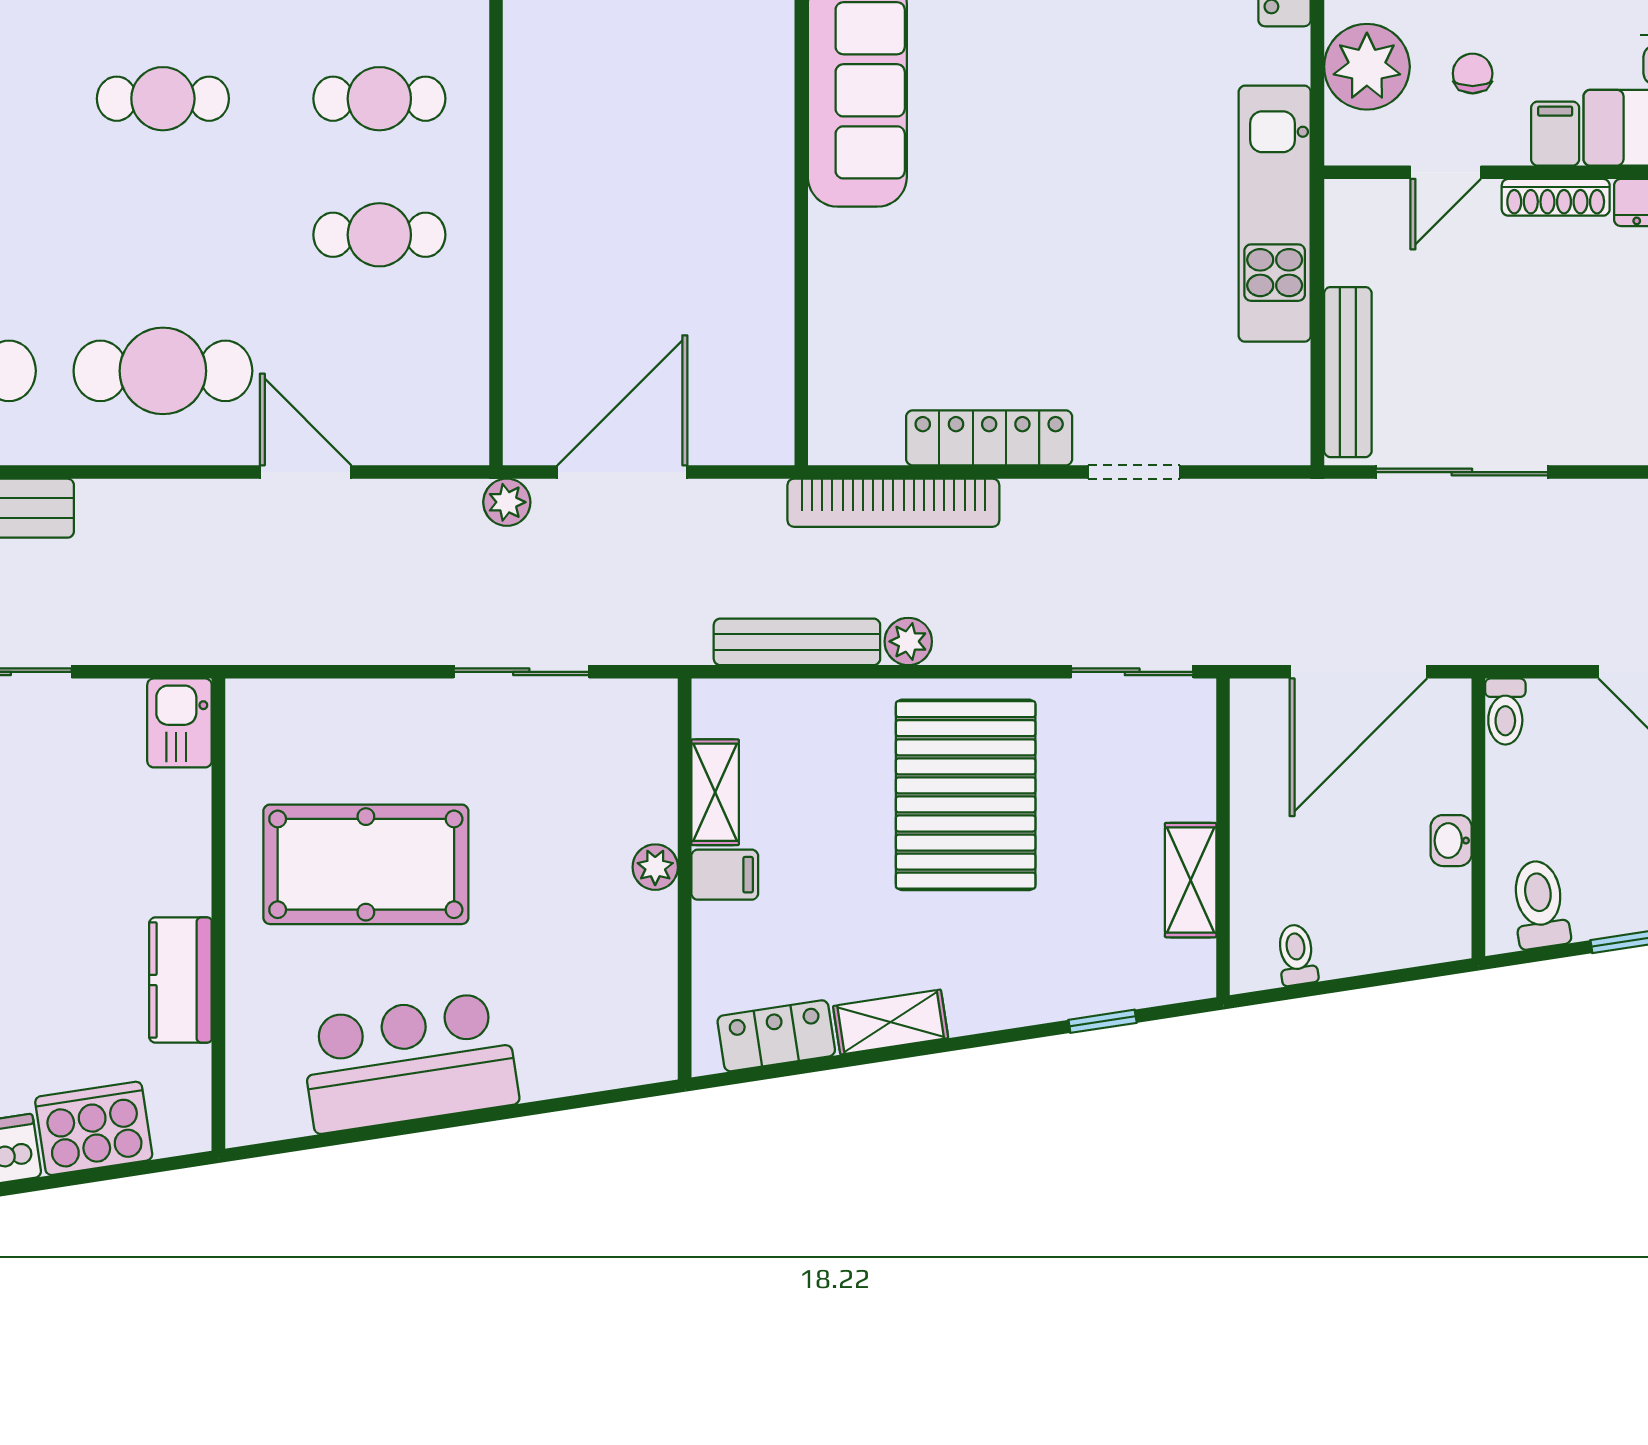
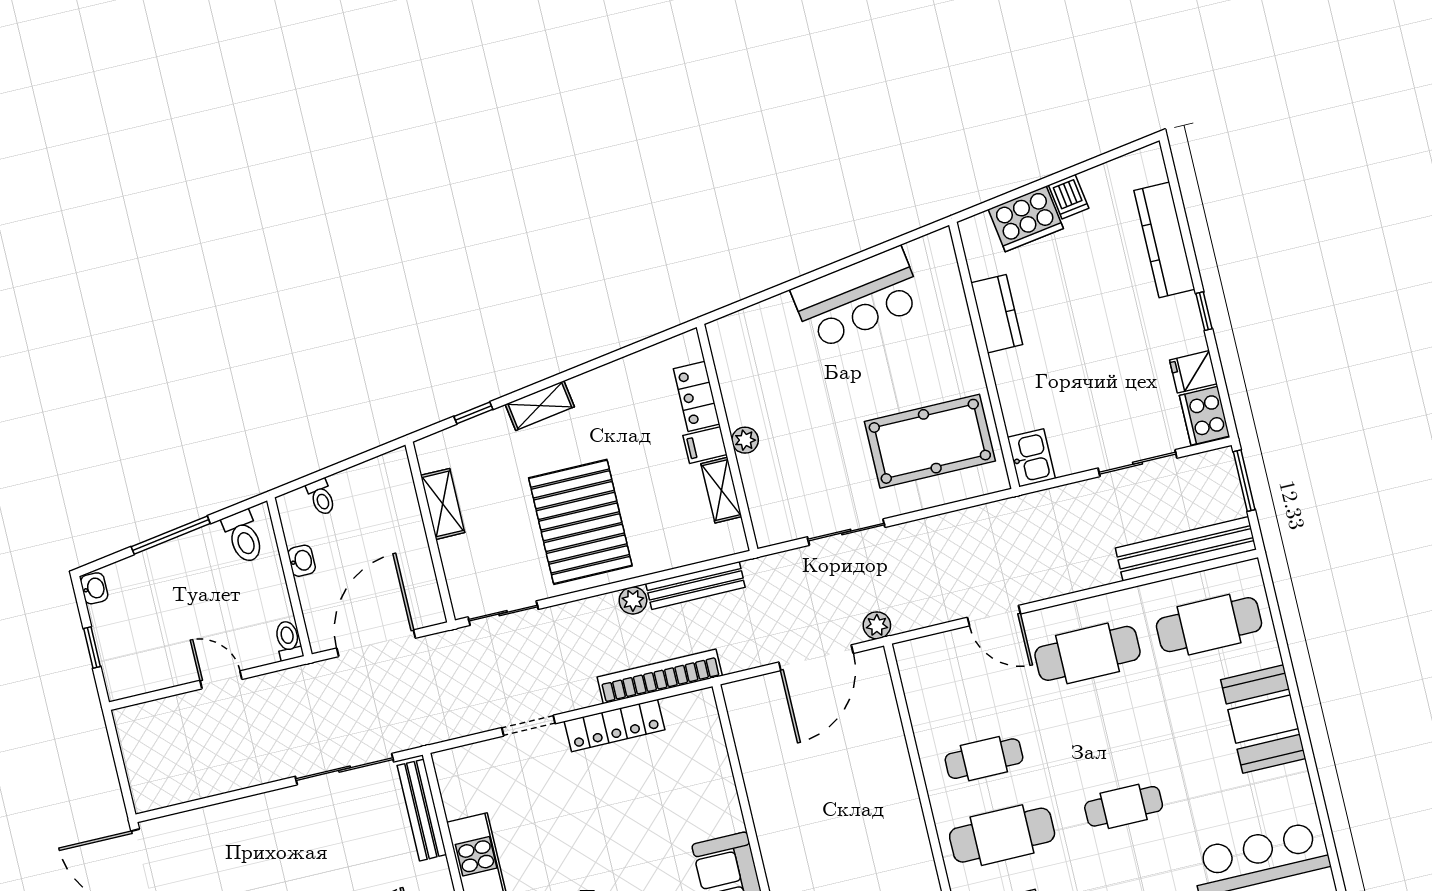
cafe table: (379, 99) -> (1002, 835), width x1.37, depth x1.35
pool table: (366, 864) -> (930, 441), moved
toilet: (1297, 955) -> (321, 497), moved
shelving: (891, 1022) -> (540, 406), moved
locker: (776, 1036) -> (697, 396), moved, turned 99

